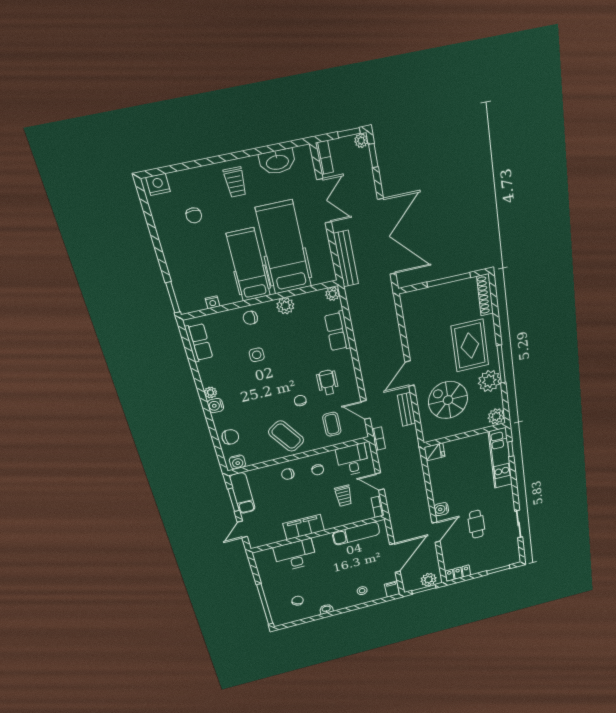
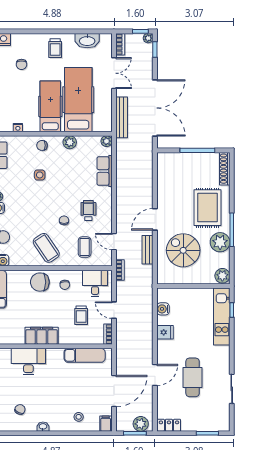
fridge: (435, 452) -> (165, 332), moved
chair: (288, 474) -> (40, 282), width x1.87, depth x1.87
water cooler: (441, 509) -> (163, 309), moved
cafe table: (476, 524) -> (193, 377), width x1.37, depth x1.35

